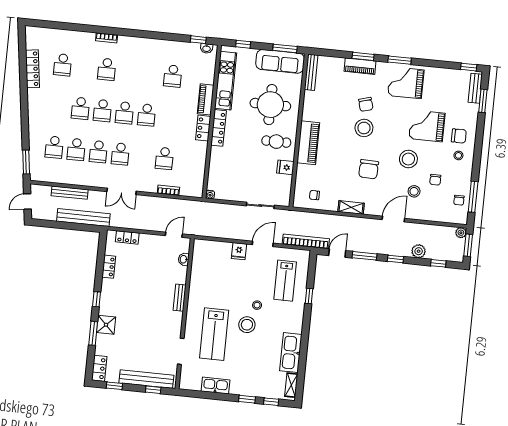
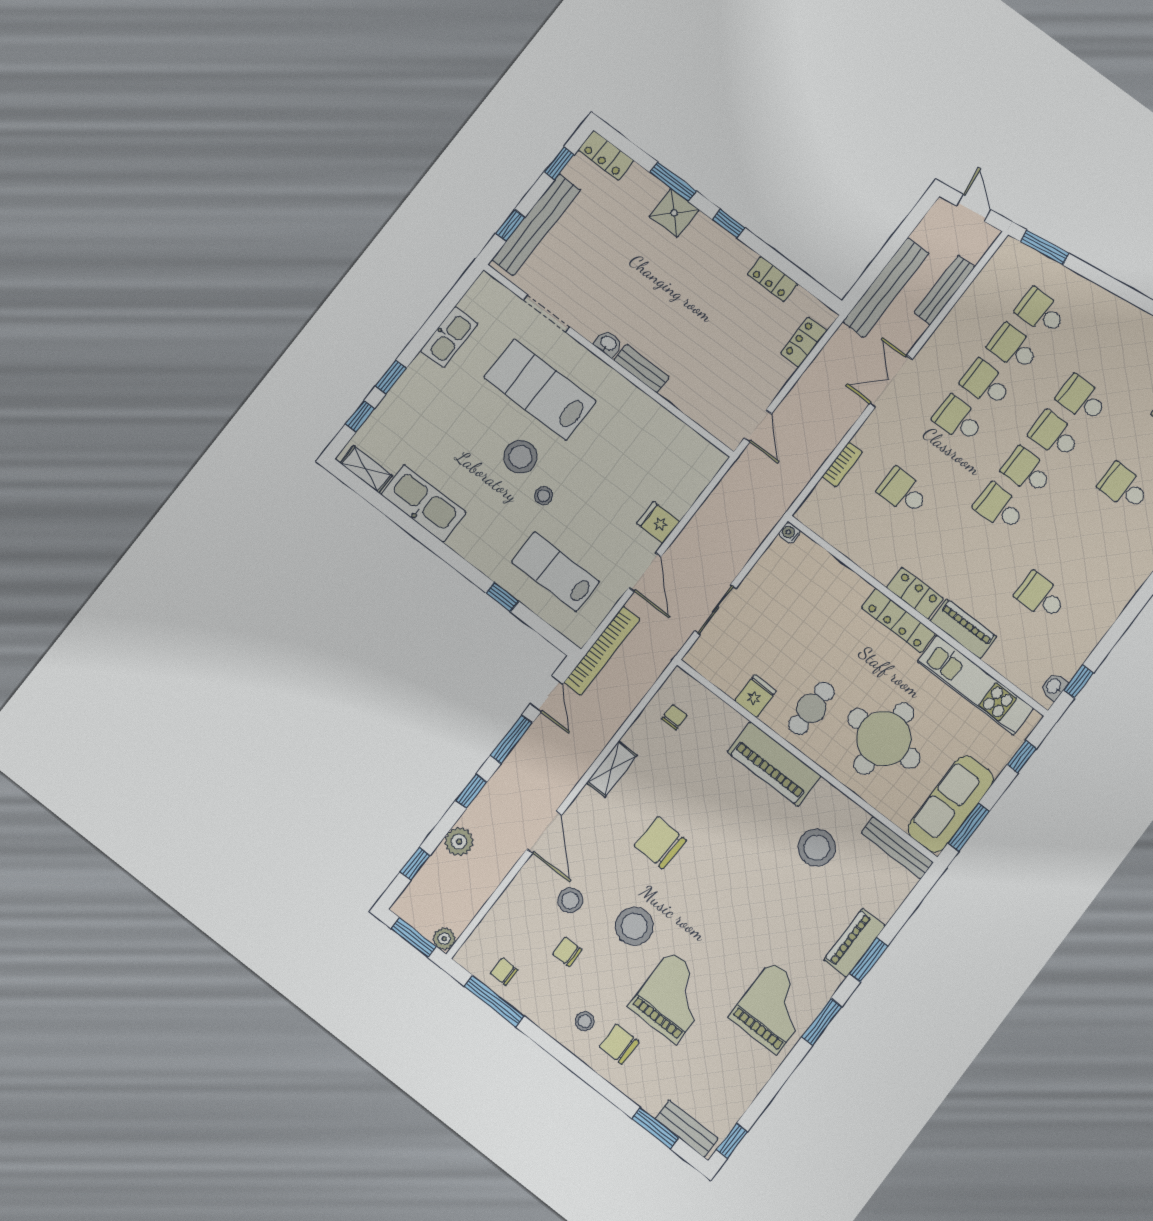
chair: (366, 104) -> (779, 910), removed
stool: (364, 128) -> (817, 848), moved
chair: (459, 136) -> (619, 1044), turned 90
washbasin: (184, 259) -> (608, 344), moved

